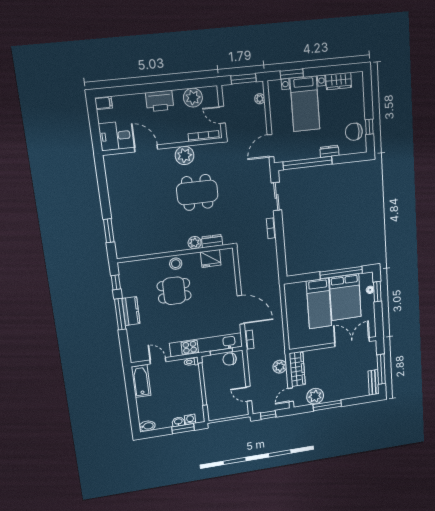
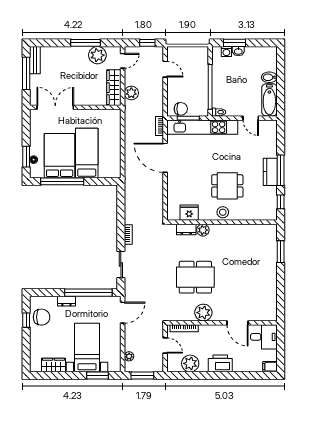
double door: (352, 342) -> (55, 107), swing flipped
bidet: (147, 426) -> (269, 77), moved

